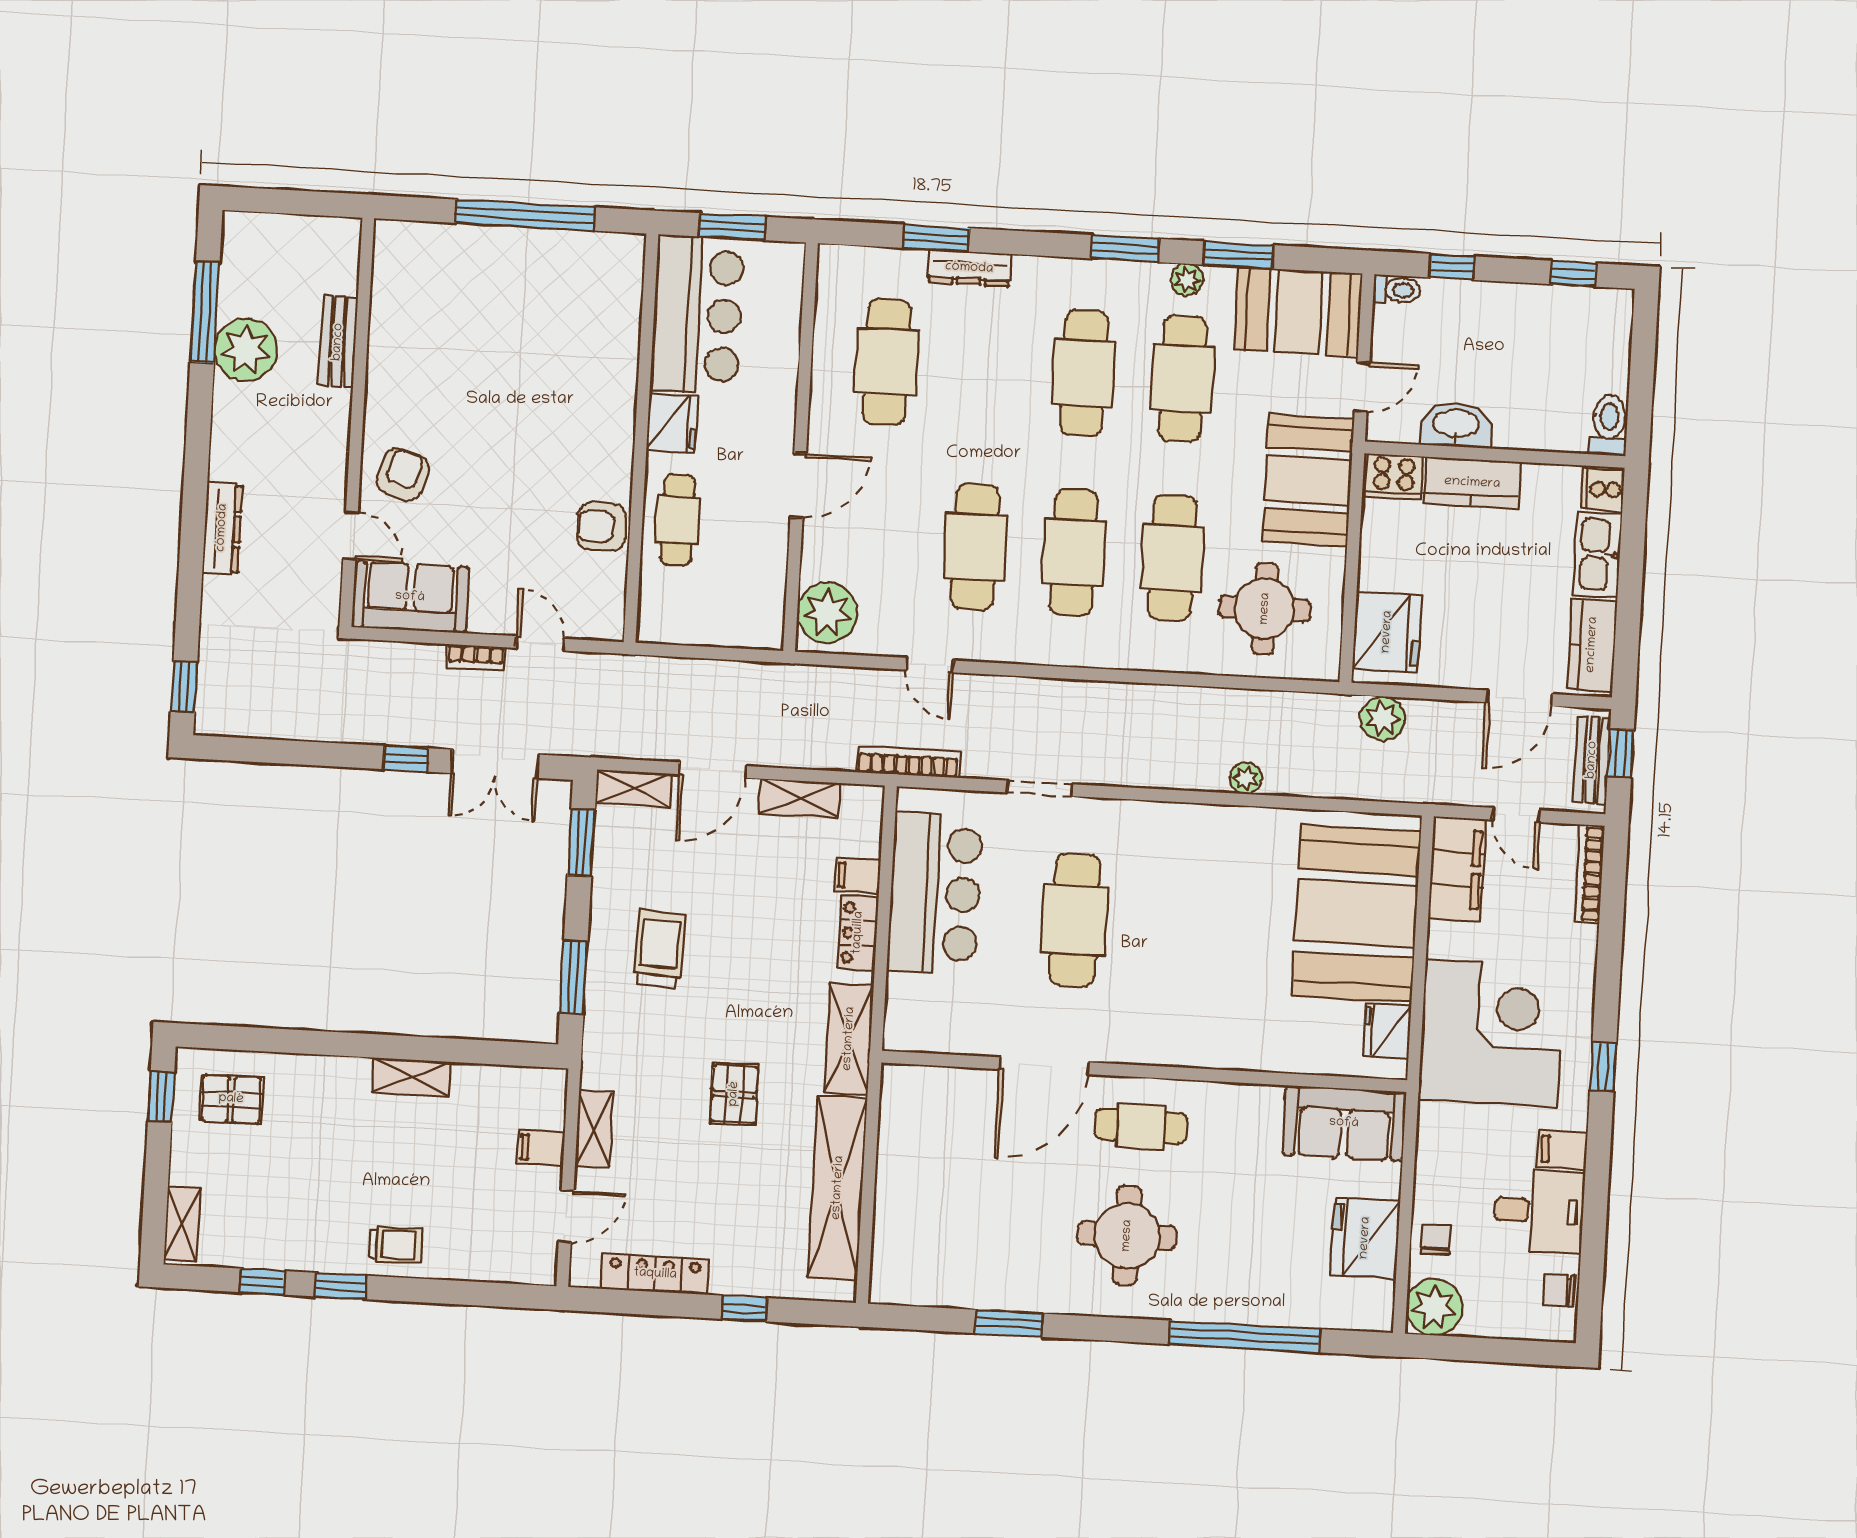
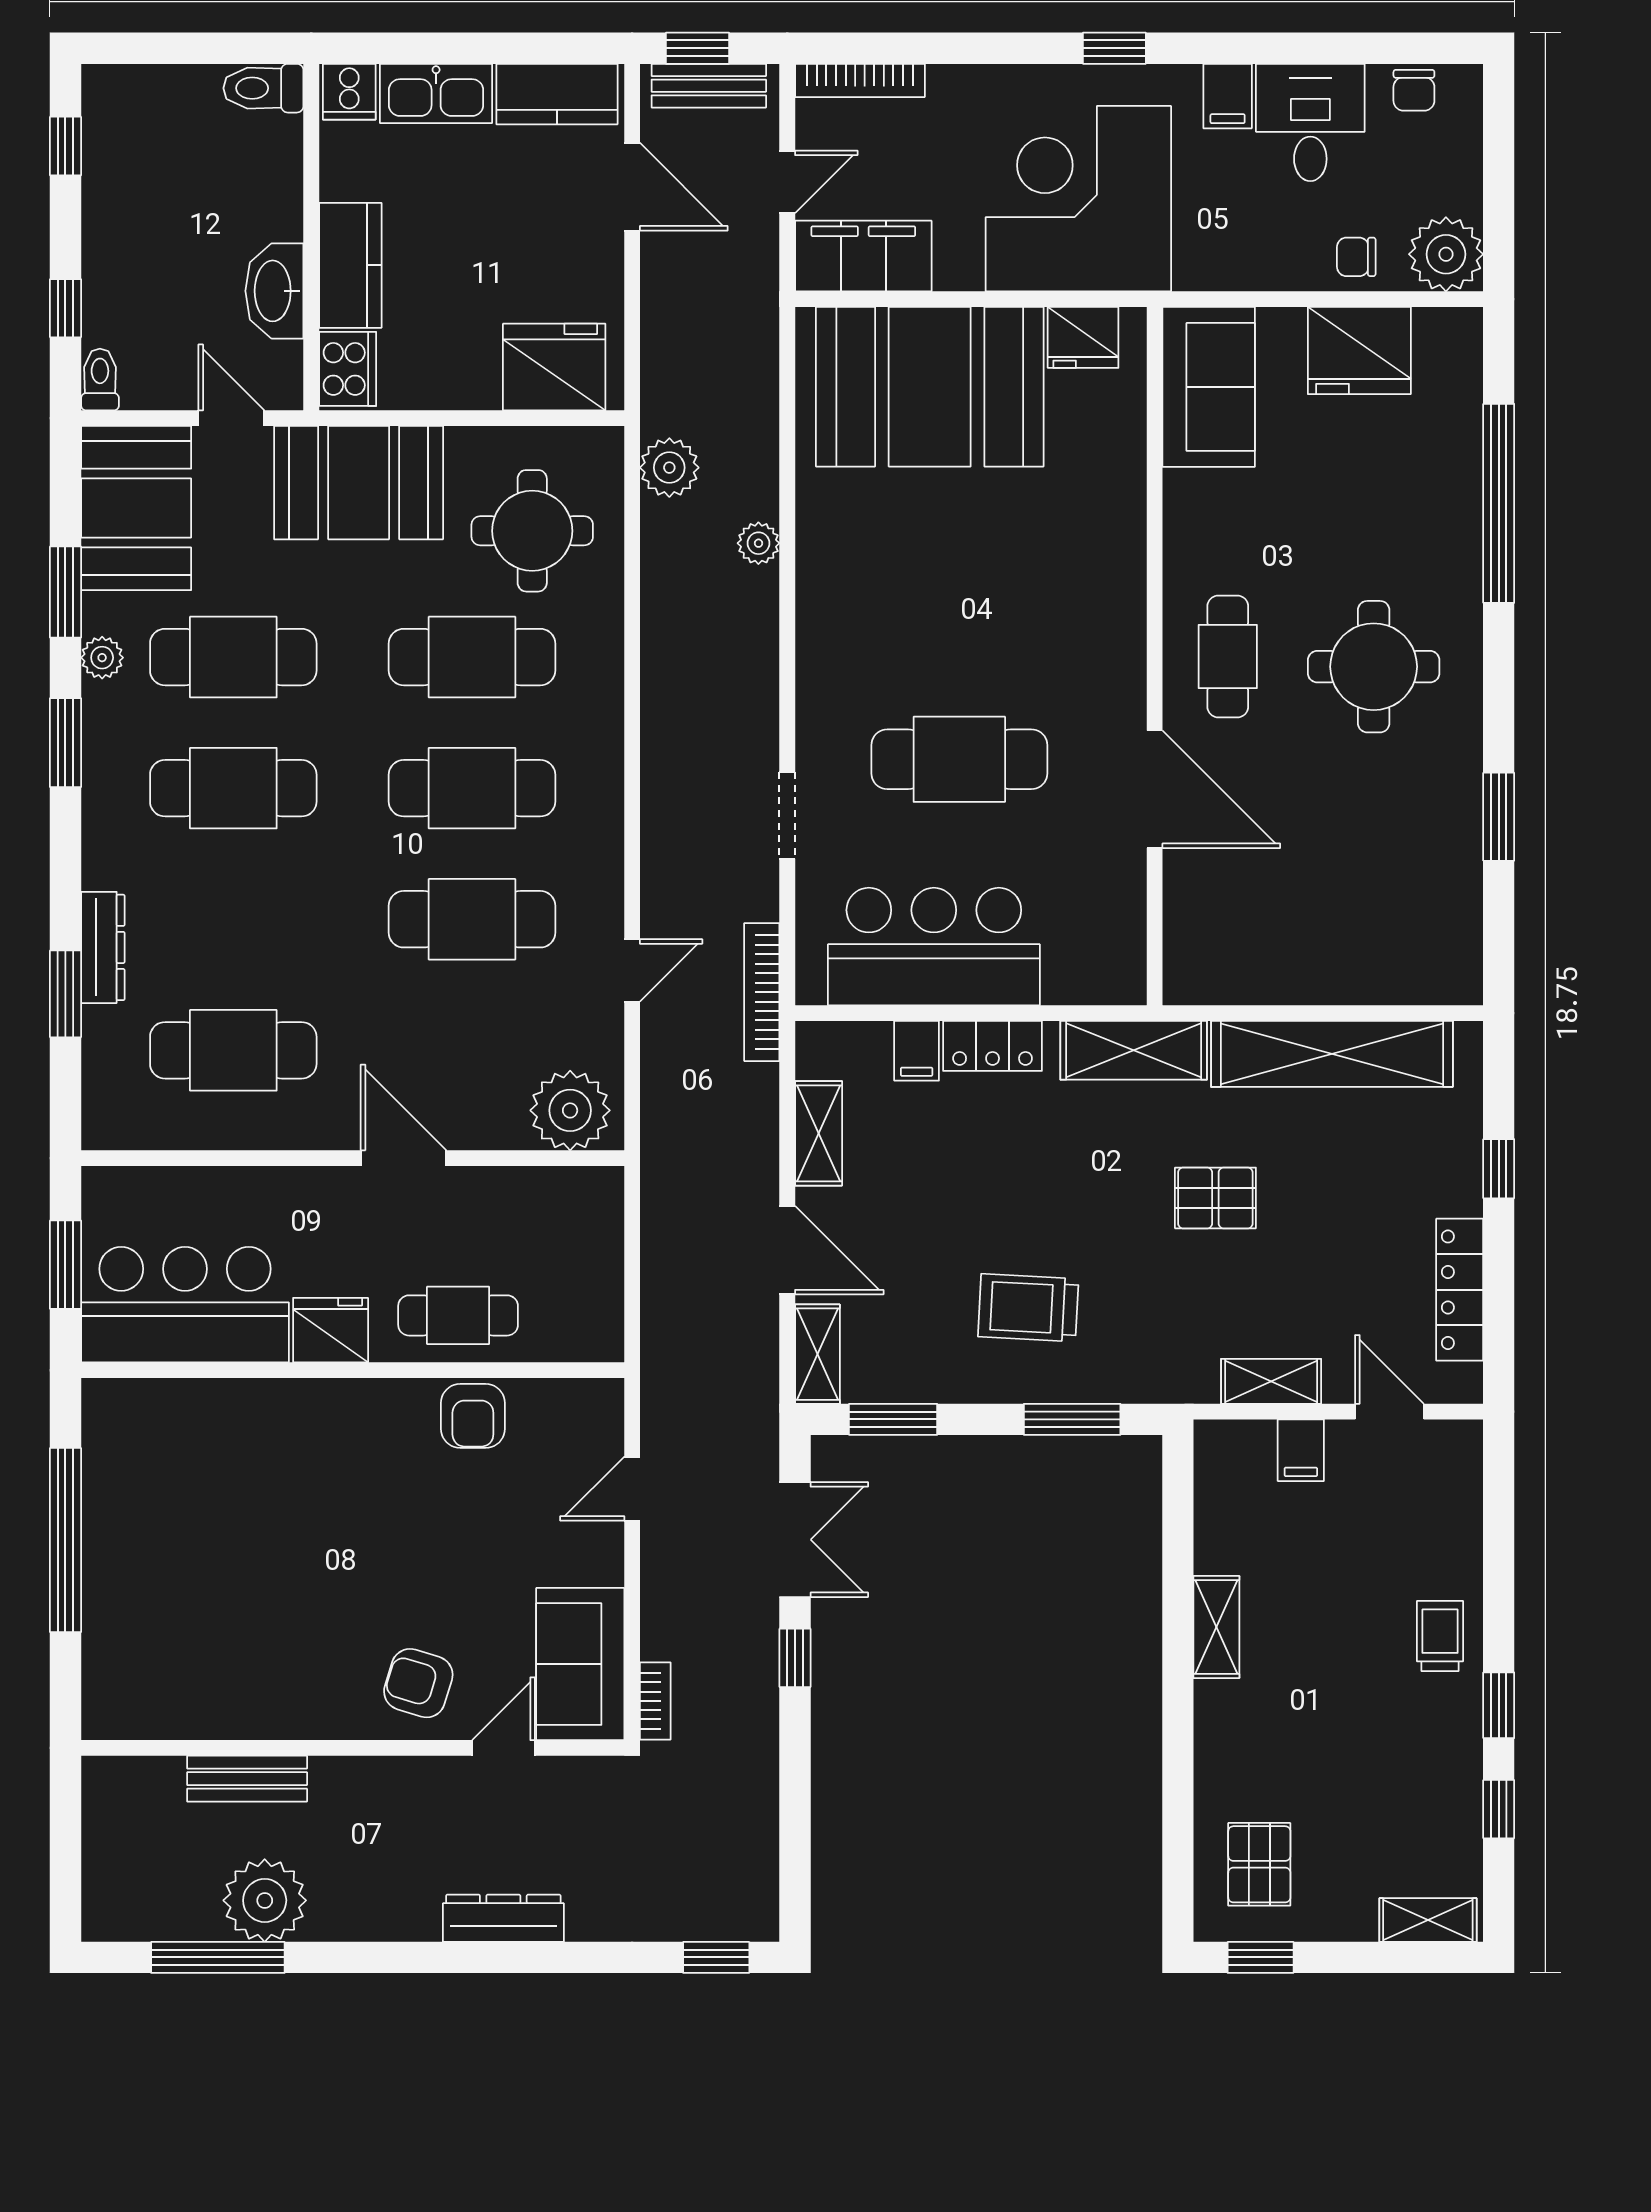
bookcase: (476, 657) -> (655, 1701), moved
plant: (1382, 719) -> (669, 468), moved

